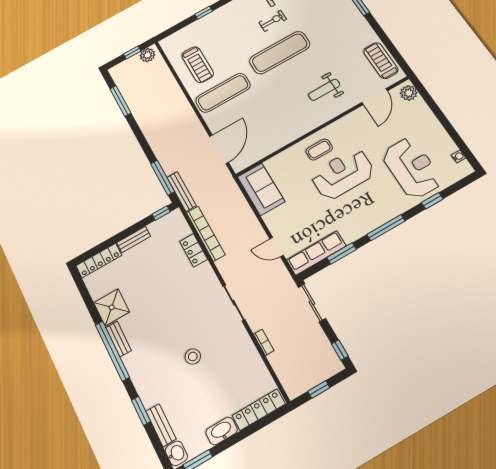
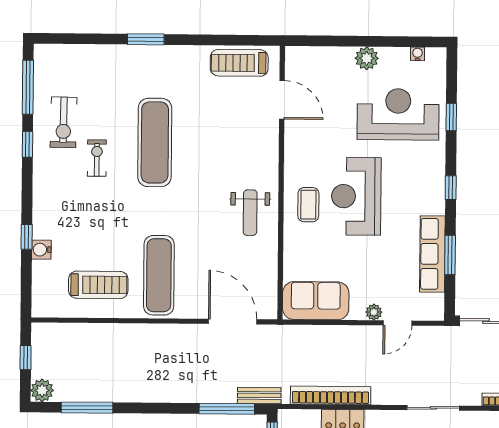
water cooler: (201, 24) -> (41, 250), added
exercise mat: (280, 53) -> (155, 142), moved
plant: (148, 55) -> (42, 390), moved
weight bench: (324, 90) -> (250, 213), moved
plant: (409, 93) -> (367, 58), moved
bench: (181, 191) -> (259, 395), width x0.73
plant: (275, 228) -> (374, 312), added
window: (386, 228) -> (451, 188), width x0.46
row of seats: (316, 253) -> (432, 254), moved

